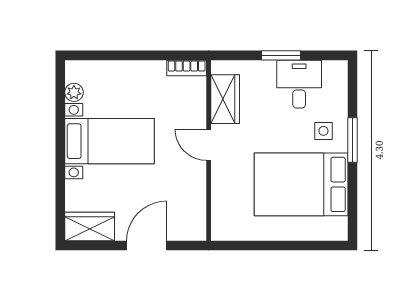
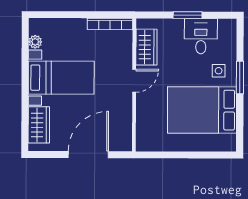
bookcase: (187, 68) -> (110, 24), width x1.56
door: (209, 145) -> (134, 81), swing flipped
wardrobe: (90, 227) -> (39, 125), moved, turned 90
door: (147, 246) -> (88, 155), width x1.36

